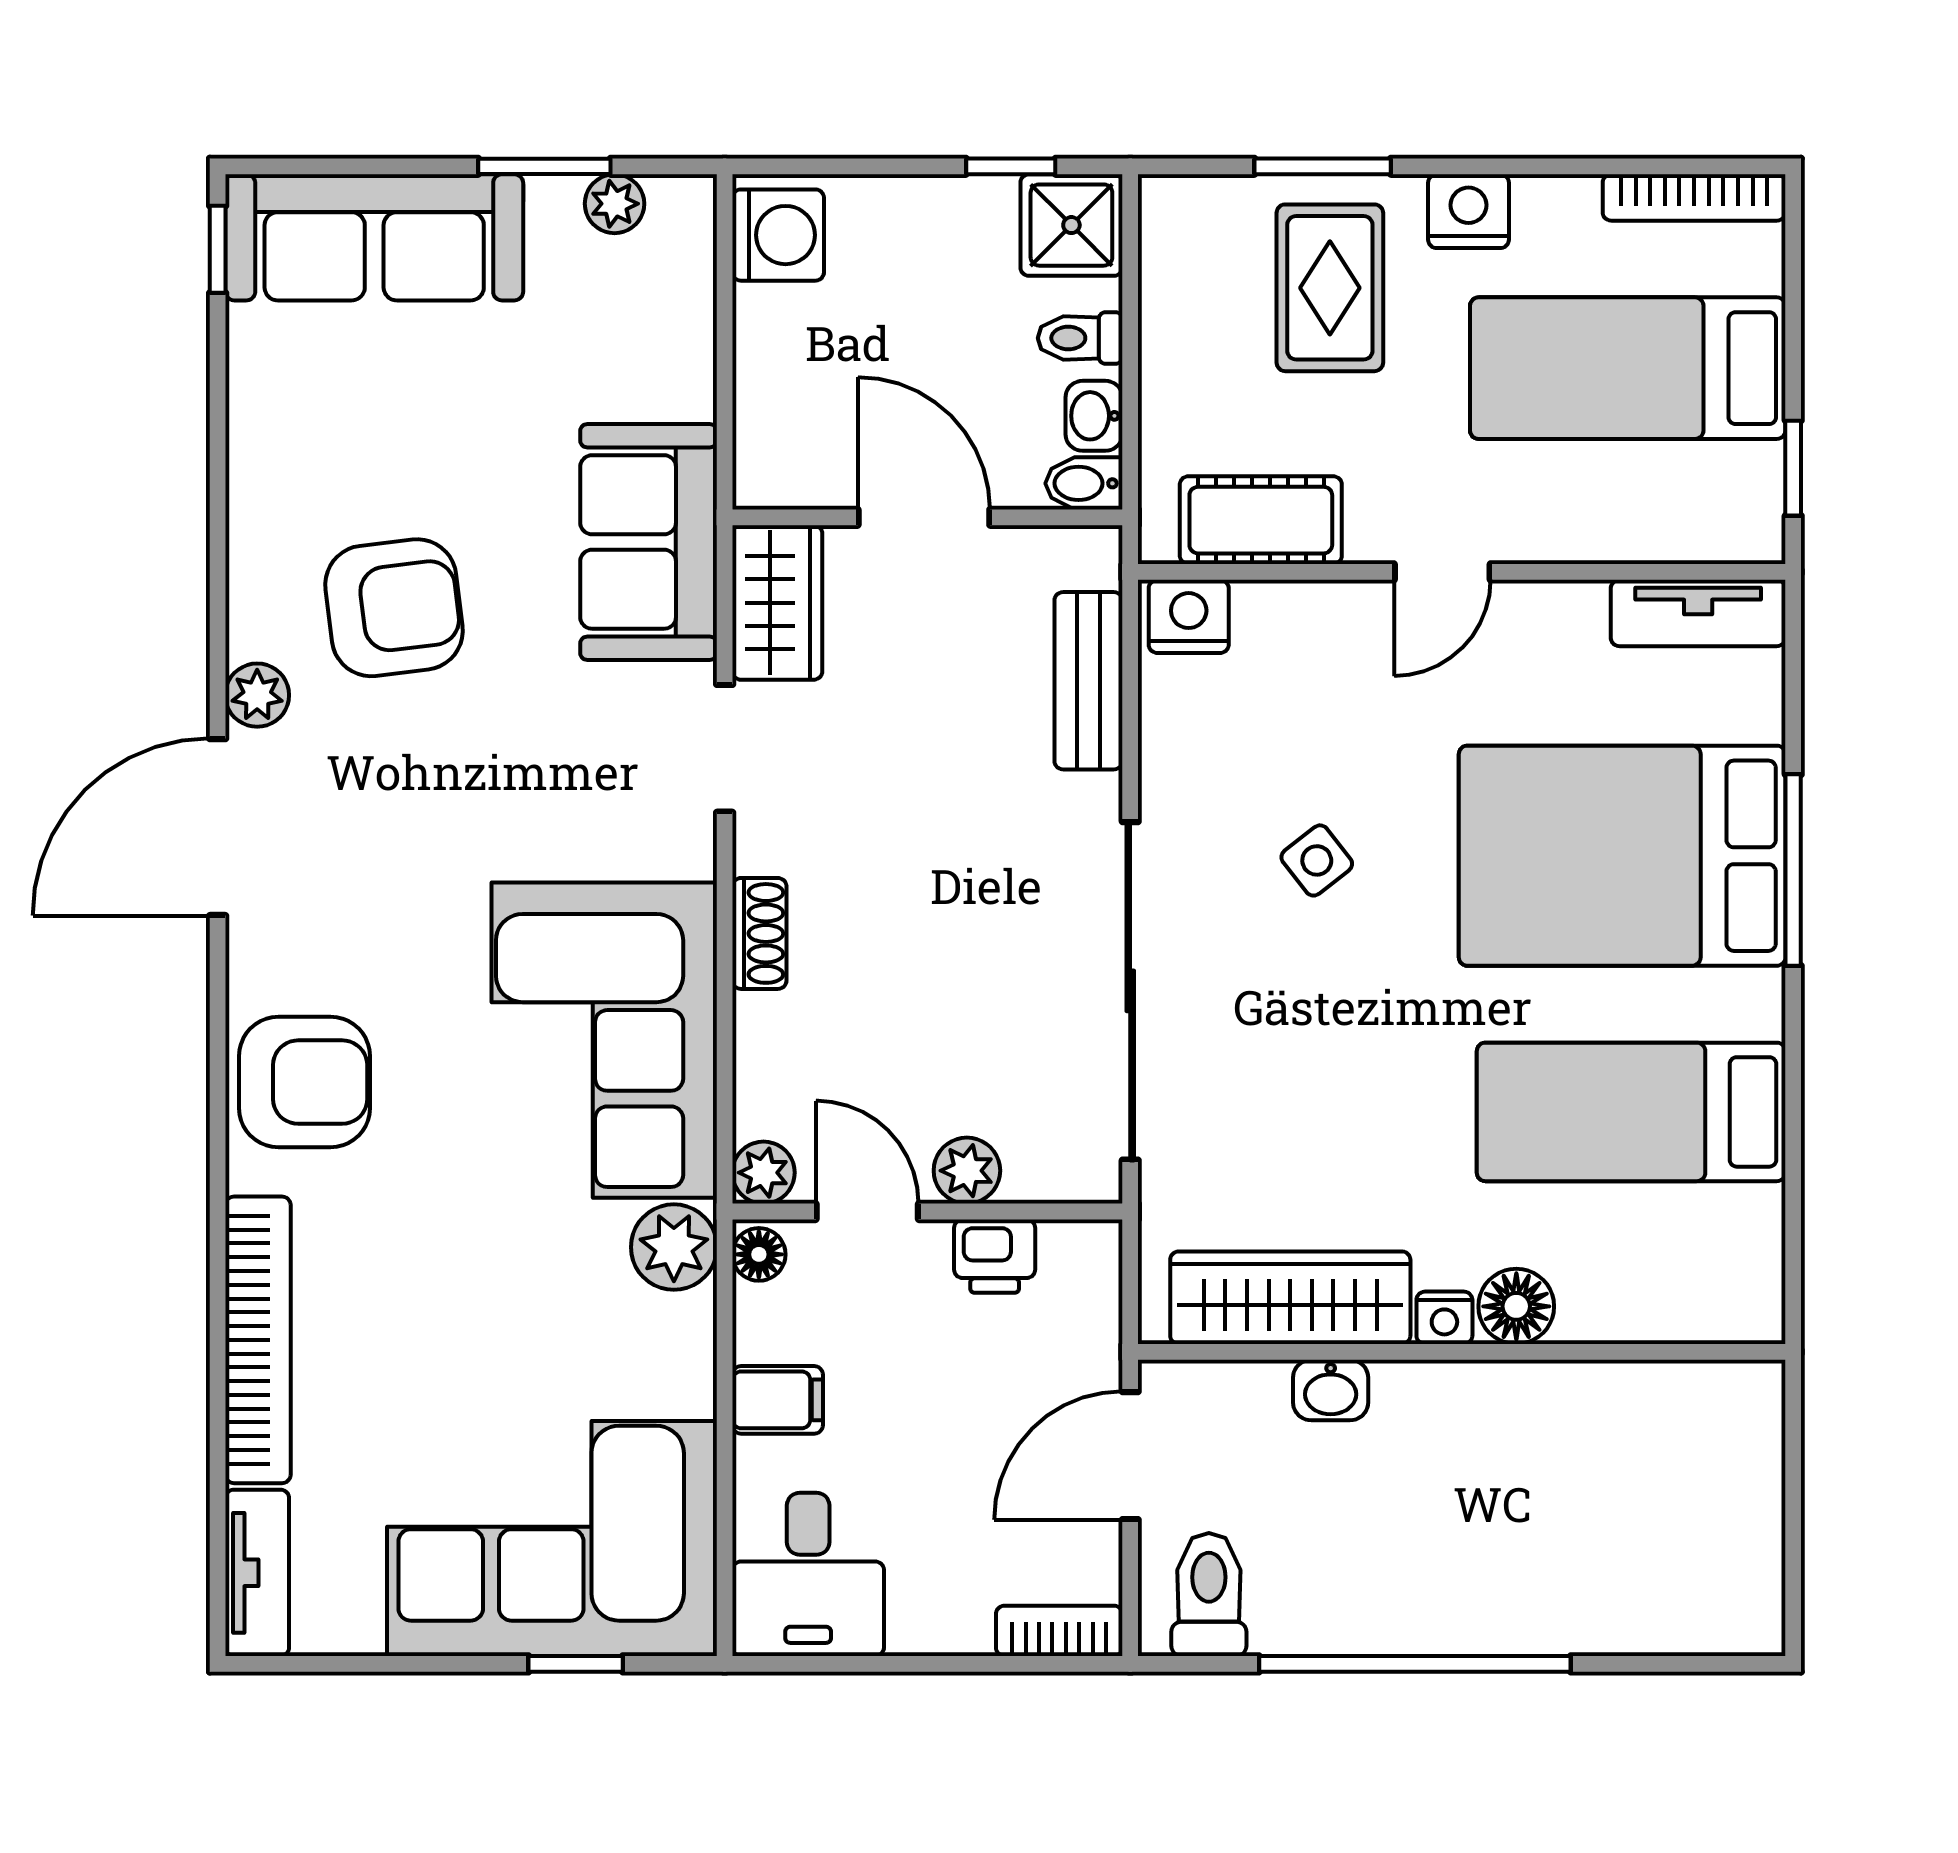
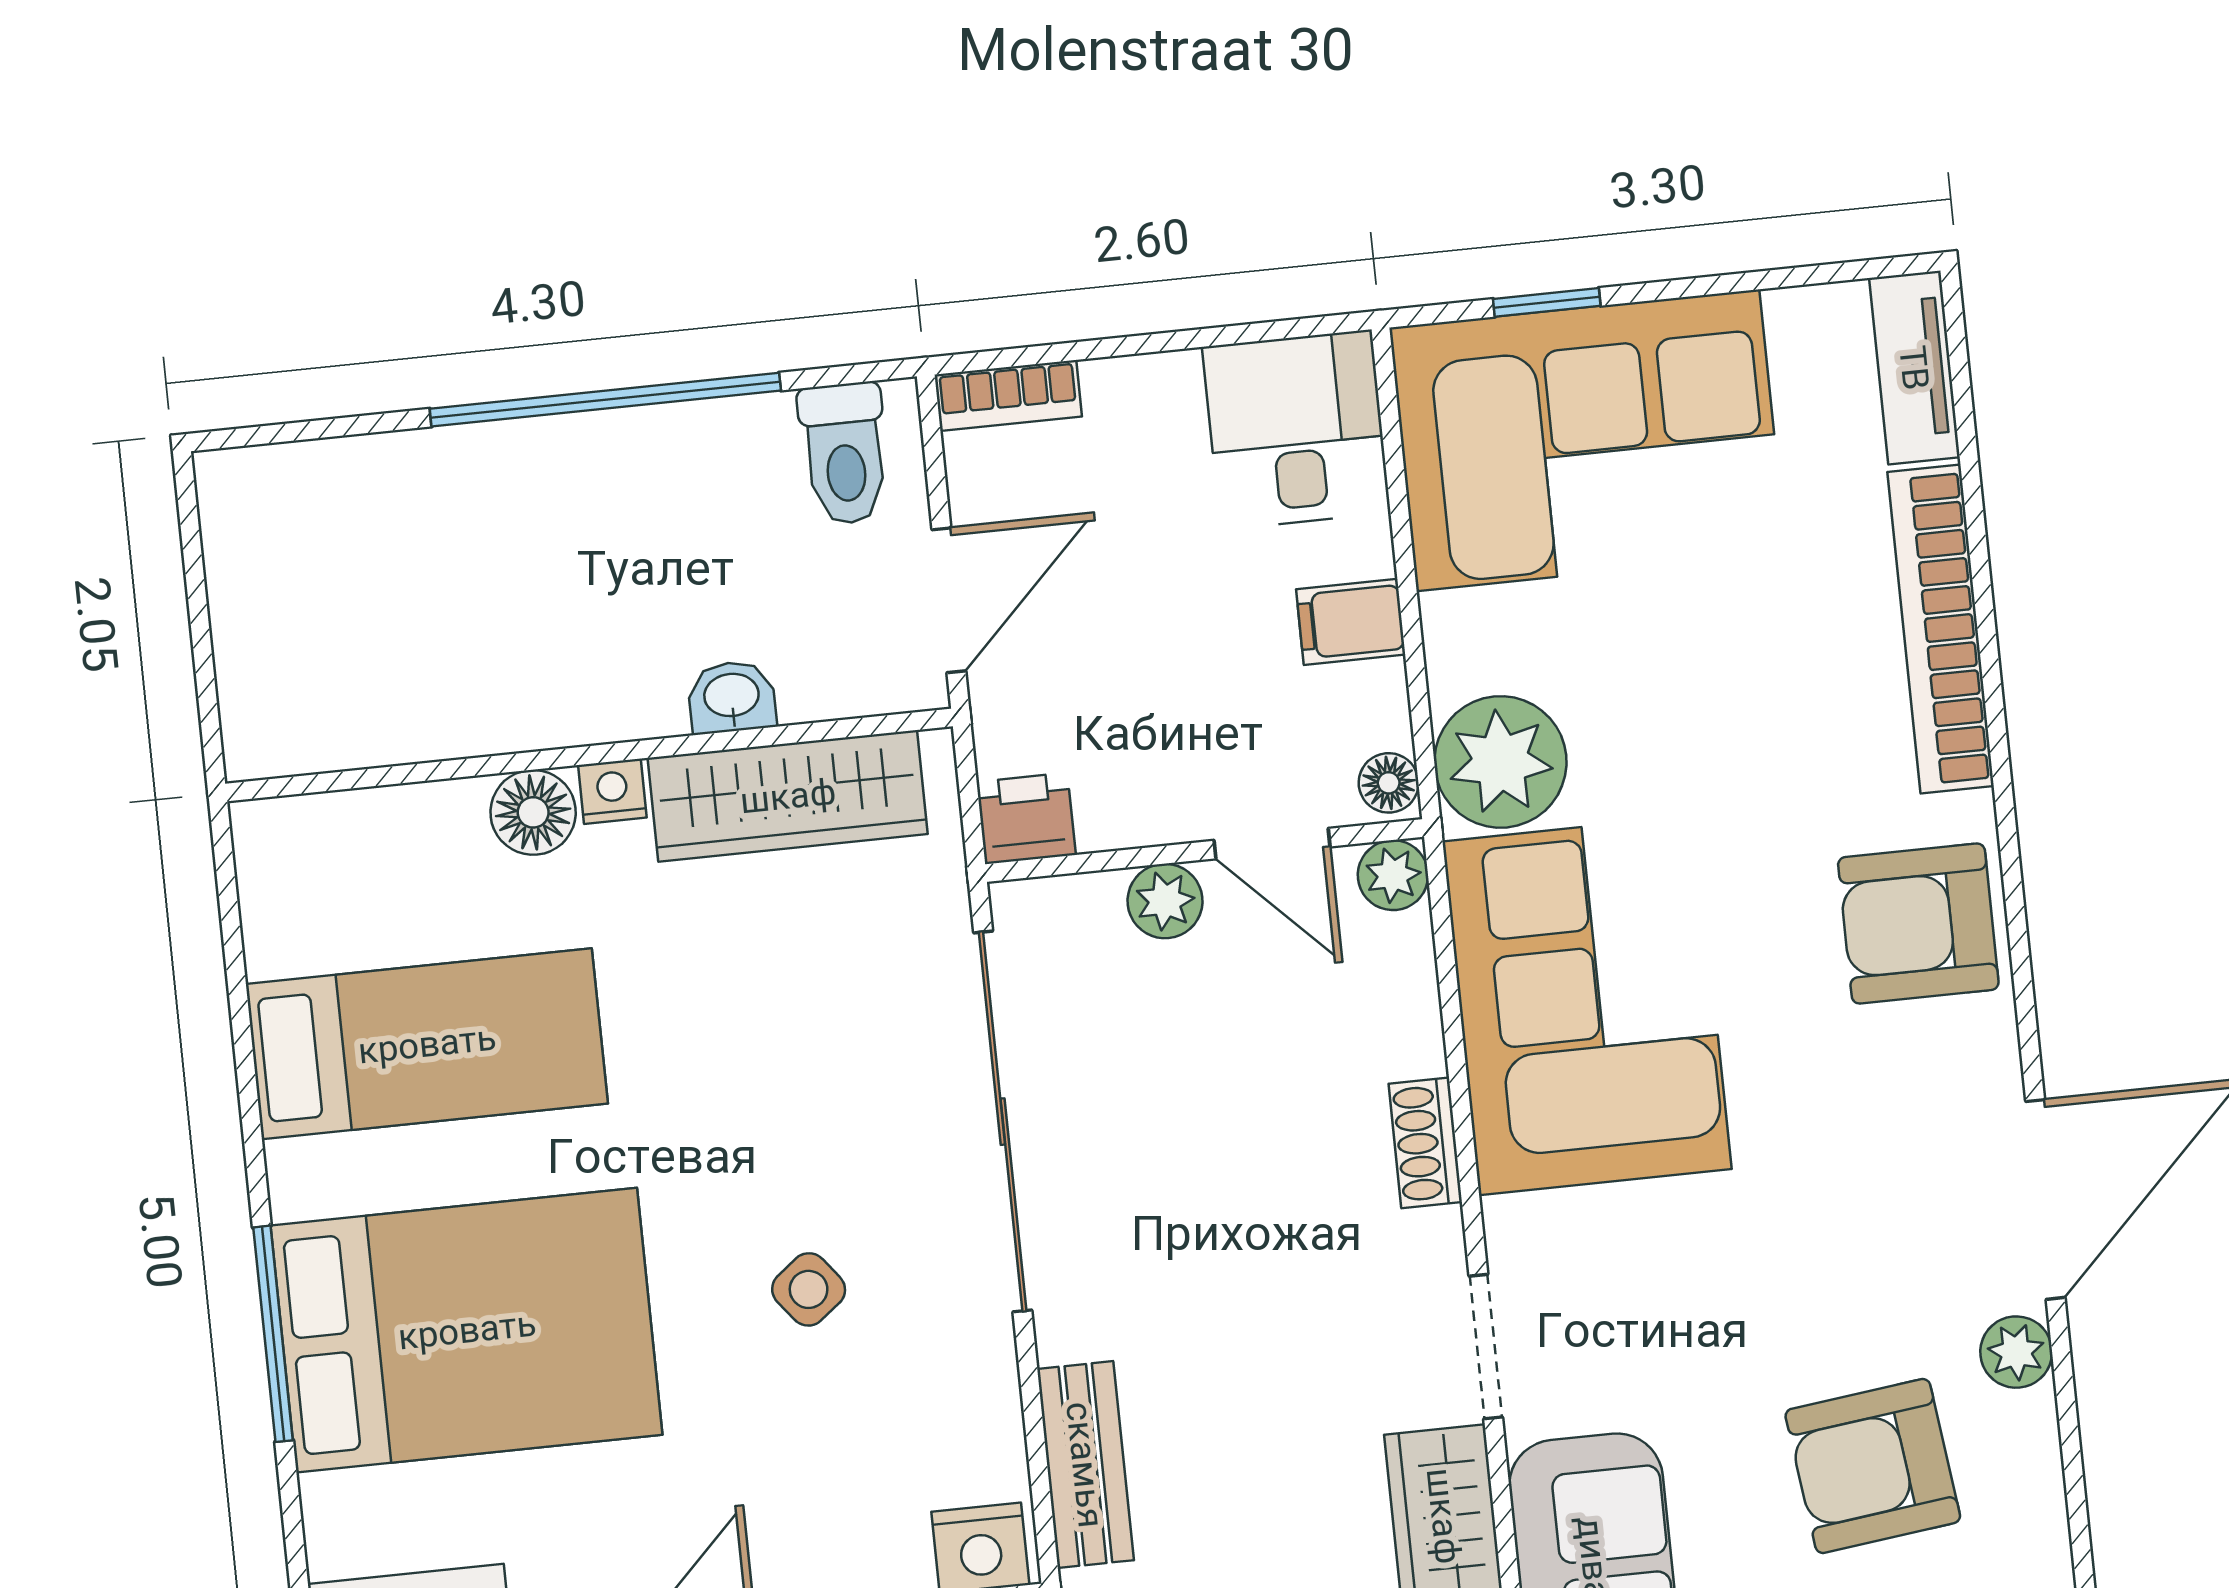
plant: (674, 1247) -> (1500, 762), width x1.36, depth x1.36
printer: (995, 1256) -> (1026, 818), moved

